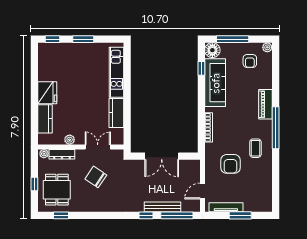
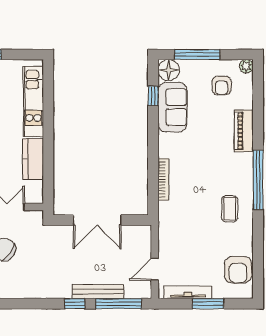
sofa: (215, 83) -> (172, 107), width x0.73
piano: (265, 104) -> (244, 131), moved
armchair: (230, 164) -> (238, 270), moved

